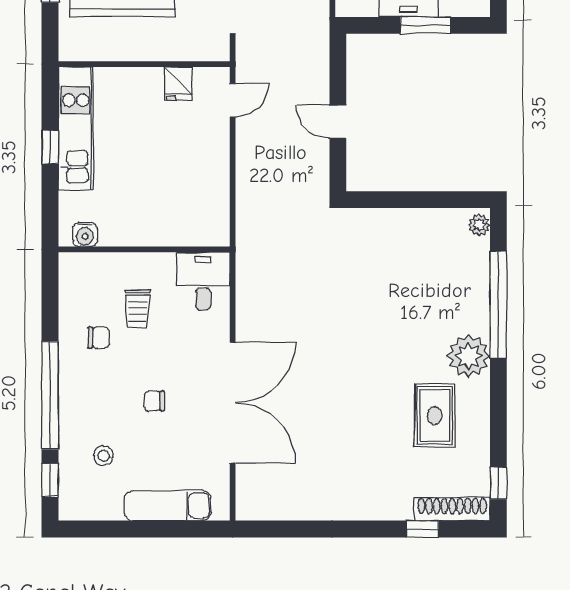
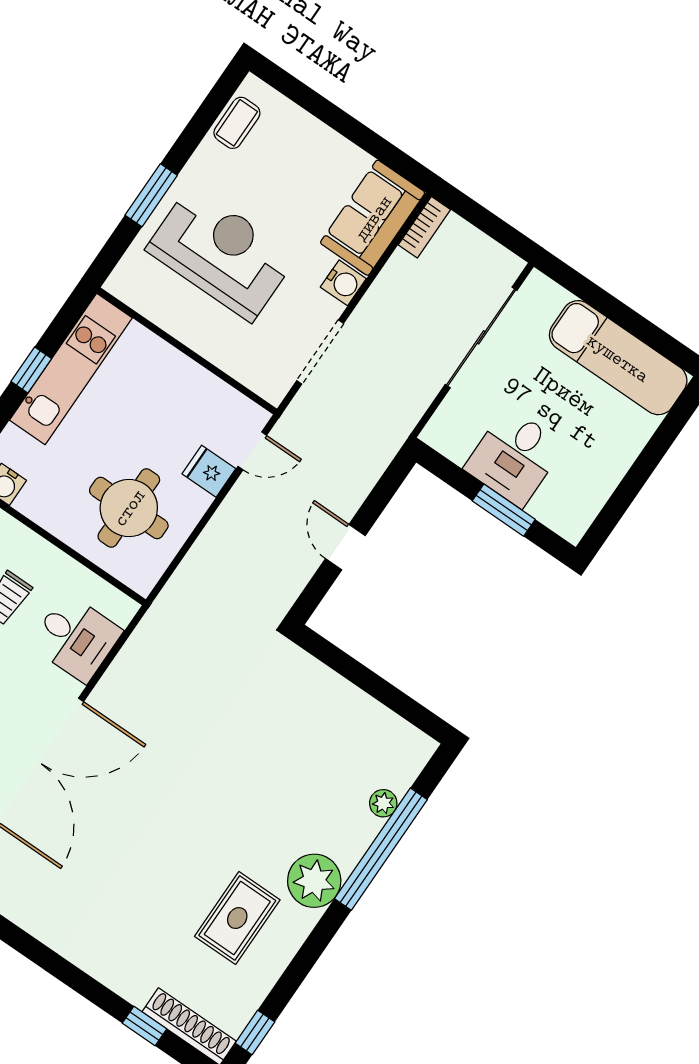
fridge: (178, 83) -> (209, 471), moved, turned 90
round table: (177, 194) -> (129, 508), added
plant: (479, 225) -> (383, 803), moved
desk: (203, 281) -> (76, 638), moved, turned 90

